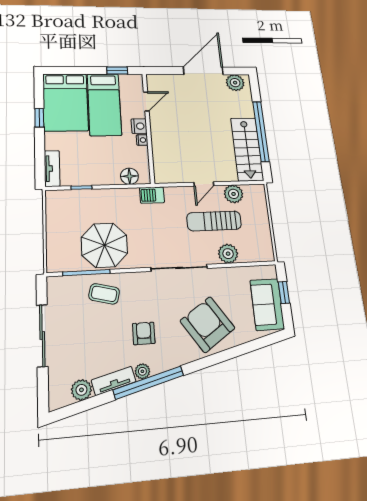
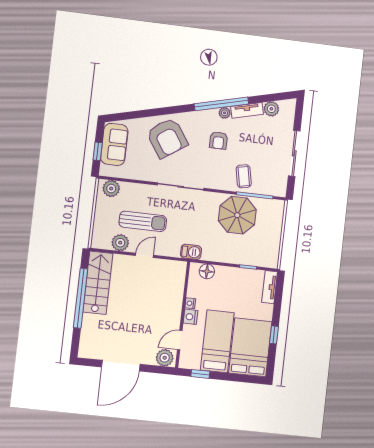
plant: (235, 83) -> (165, 358), moved
plant: (228, 254) -> (111, 189), moved
coffee table: (104, 294) -> (244, 176), turned 65

